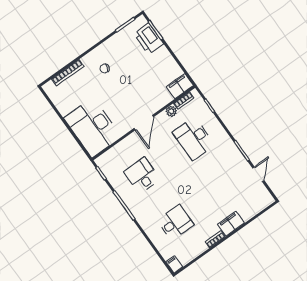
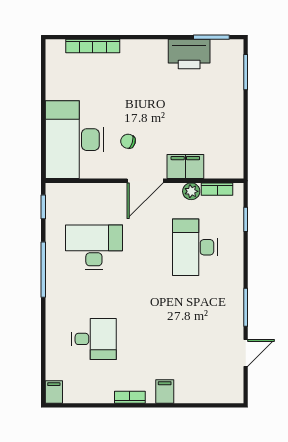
printer: (149, 39) -> (189, 54), moved, turned -90
chair: (105, 68) -> (128, 141), moved
filing cabinet: (180, 86) -> (185, 167), moved
desk: (142, 175) -> (94, 247), width x1.37
filing cabinet: (231, 224) -> (165, 391), width x0.50

